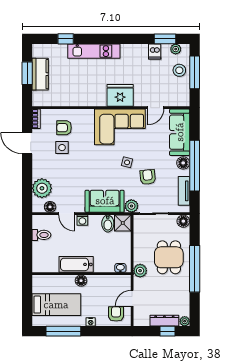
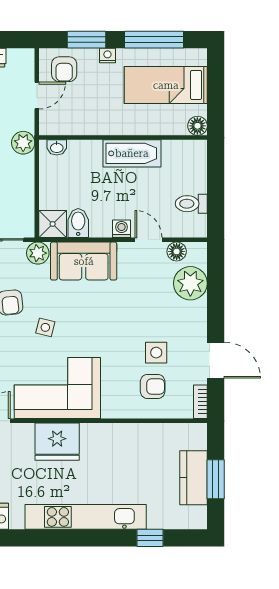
kitchen unit: (94, 51) -> (86, 517), width x1.36
floor lamp: (81, 281) -> (197, 126), moved
window: (103, 331) -> (86, 40), added

